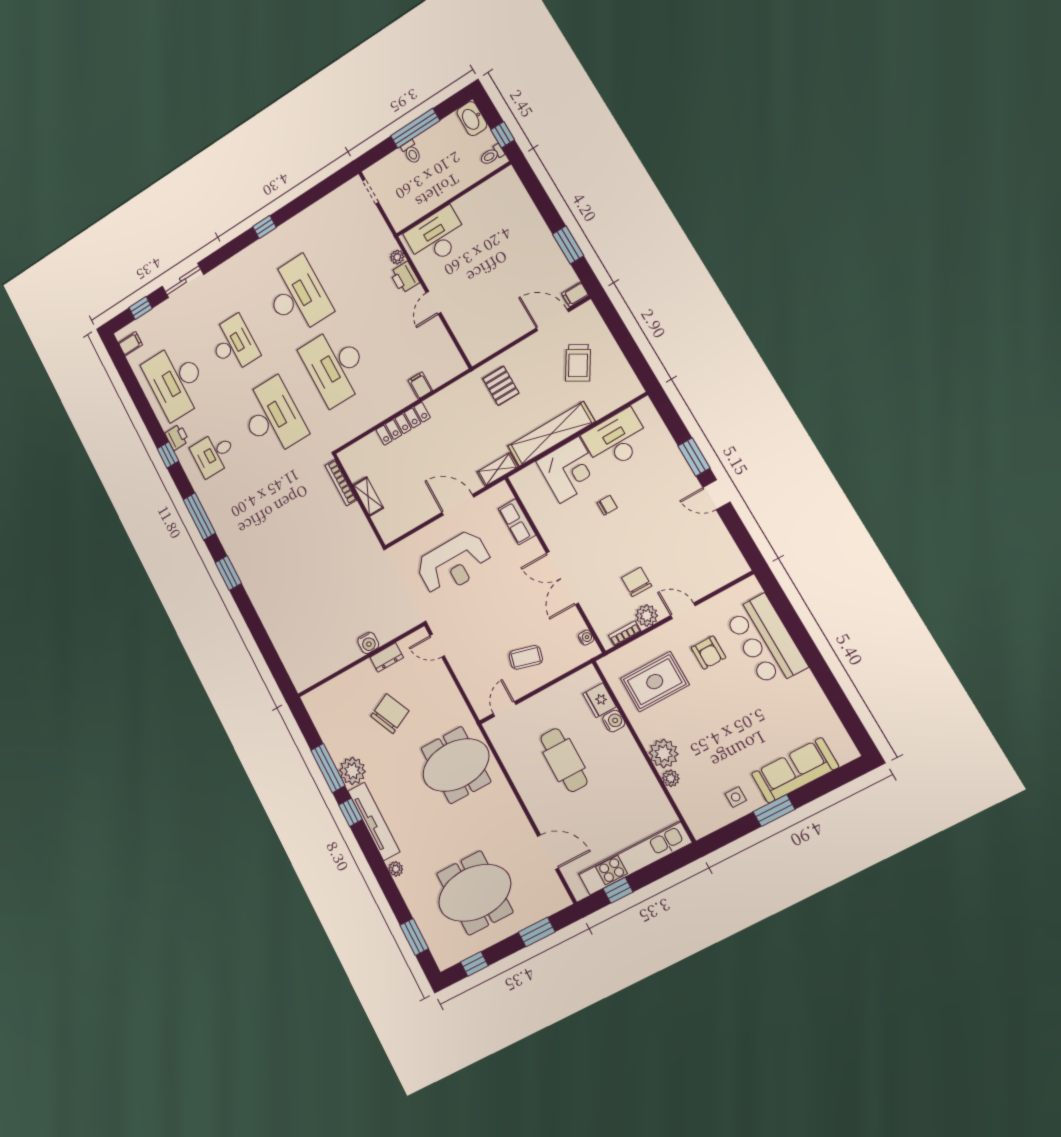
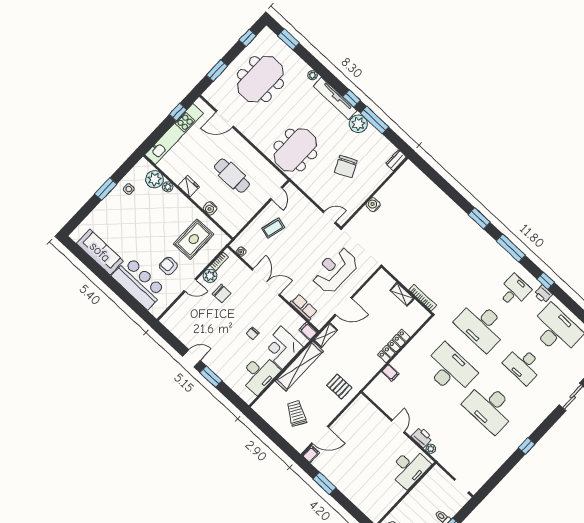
filing cabinet: (522, 483) -> (308, 331), added
dresser: (387, 657) -> (396, 160), moved
fridge: (599, 700) -> (189, 186), moved
plant: (664, 753) -> (154, 179), moved
sofa: (795, 770) -> (100, 252), moved, turned -90

